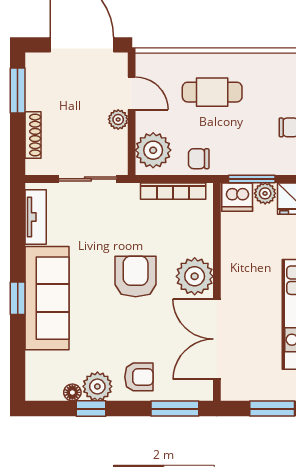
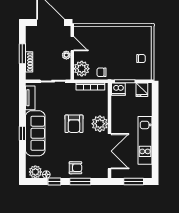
window: (18, 90) -> (22, 54), moved
cafe table: (212, 92) -> (107, 43), removed
plant: (265, 193) -> (131, 87), removed
armchair: (136, 276) -> (74, 124), turned 180
double door: (217, 339) -> (110, 151), swing flipped
plant: (97, 386) -> (35, 172), moved
window: (175, 409) -> (80, 182), moved

